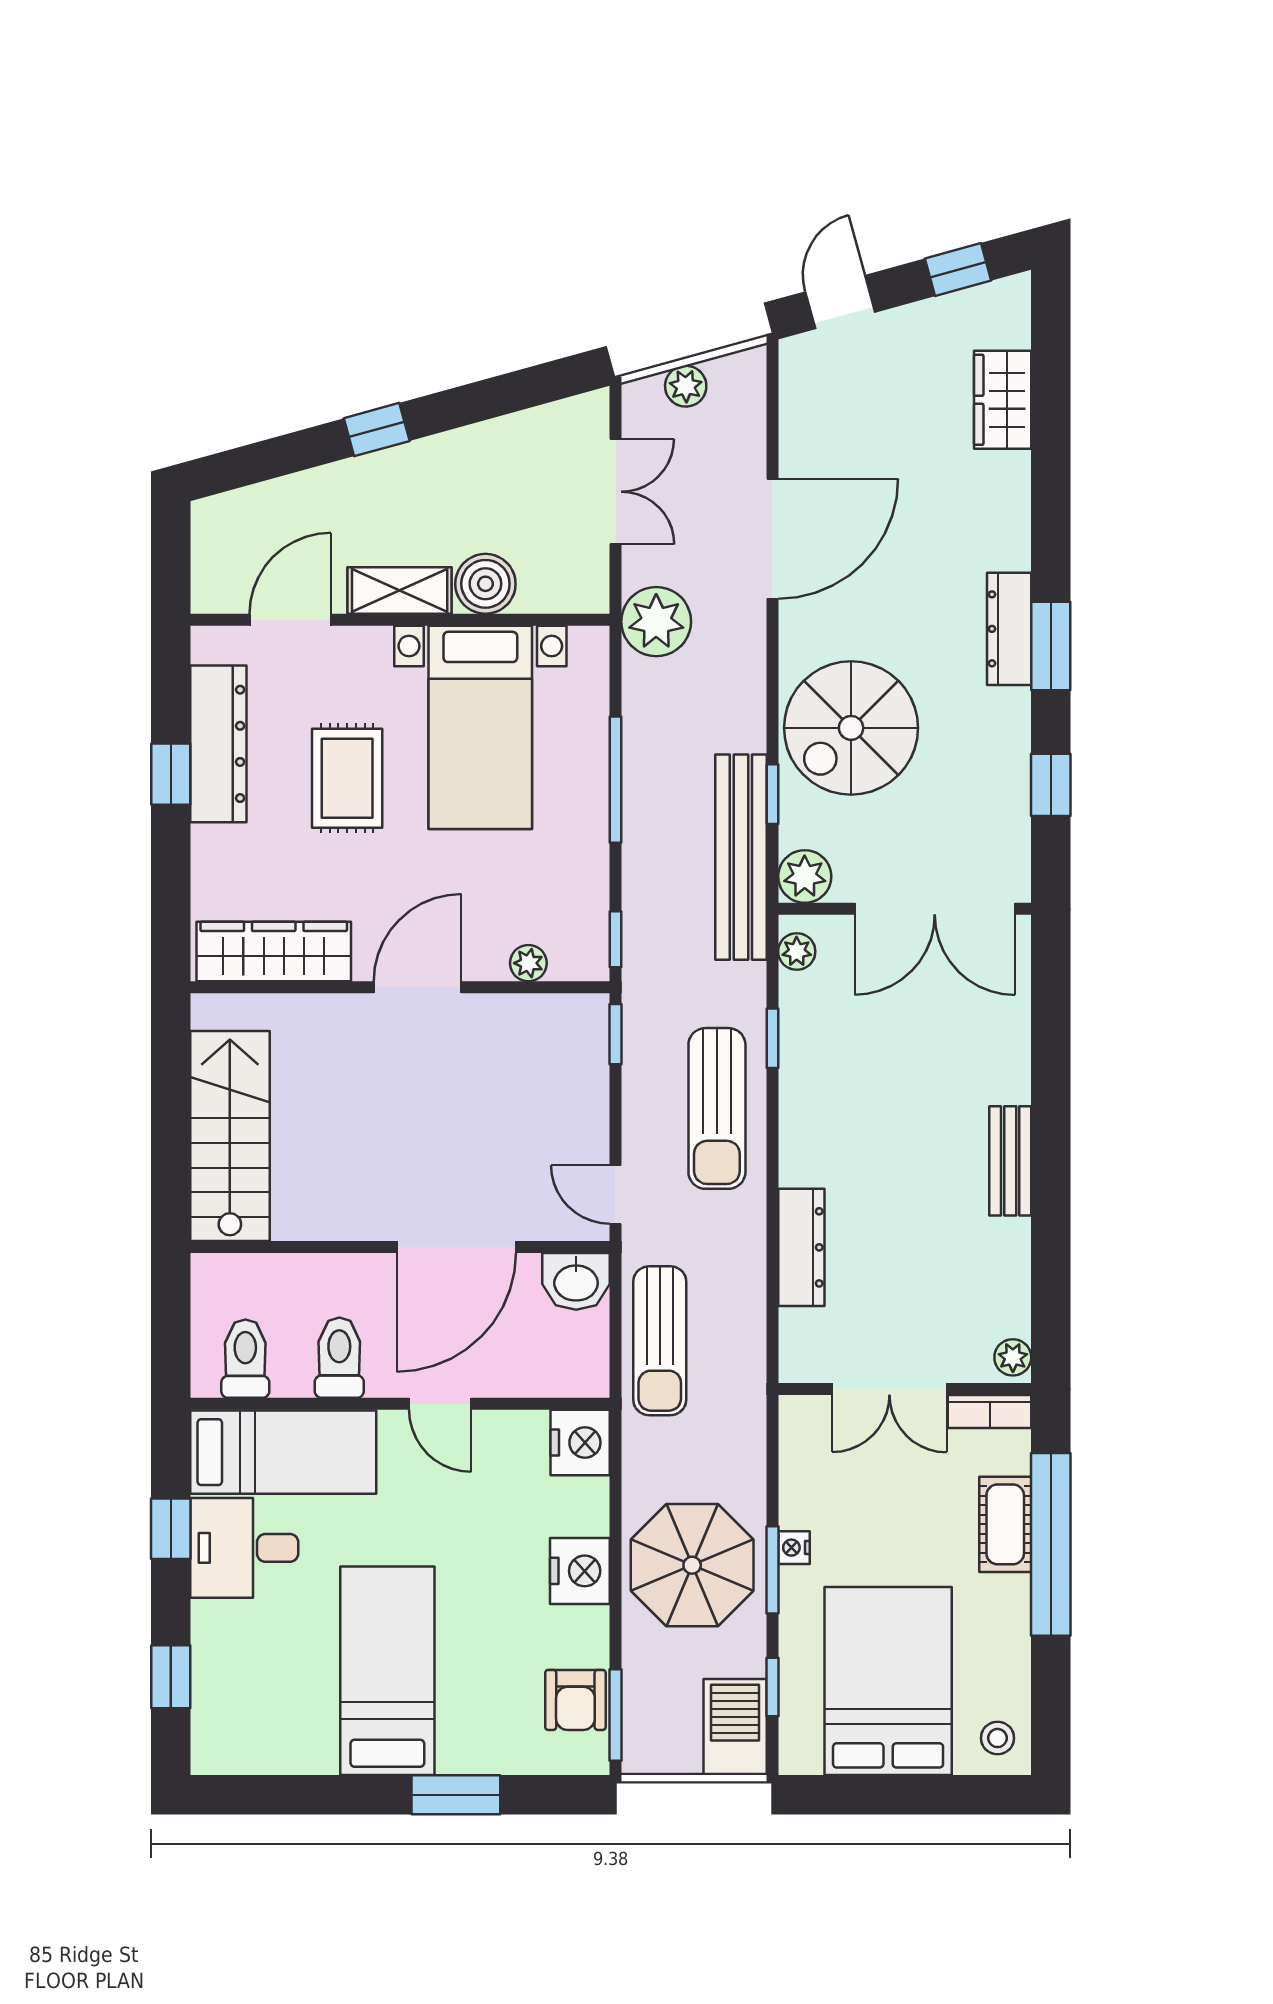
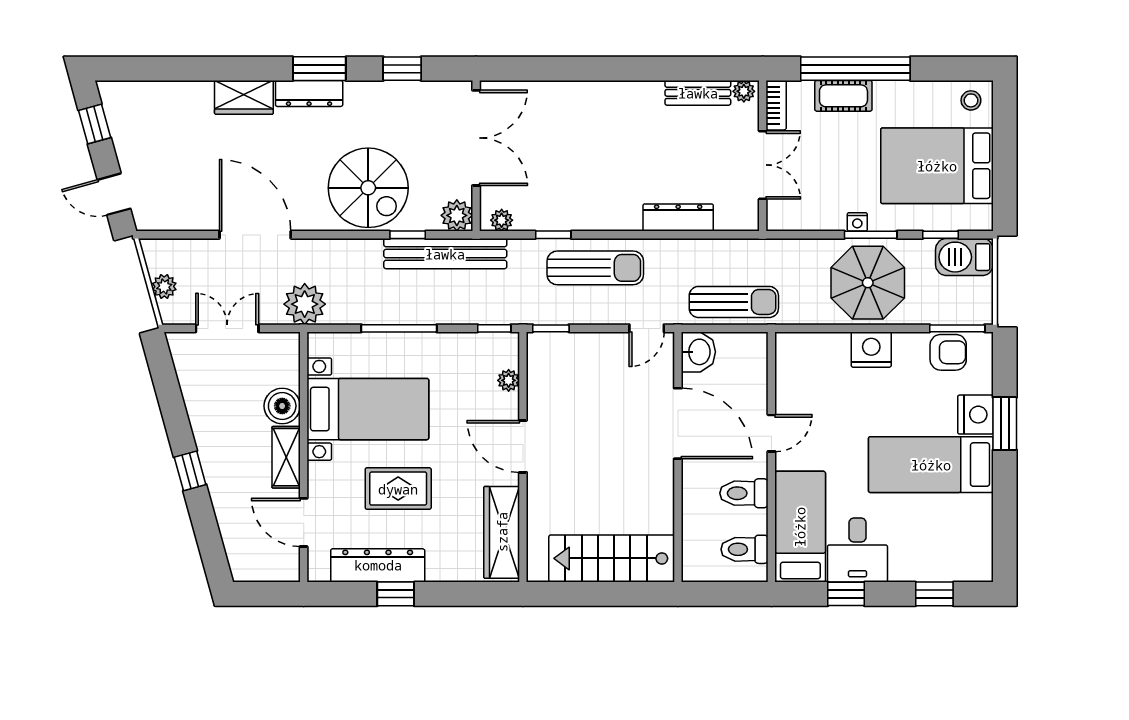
wardrobe: (1003, 400) -> (244, 97), moved
bench: (1010, 1161) -> (698, 93), moved
nightstand: (580, 1443) -> (975, 415), moved, turned 90

